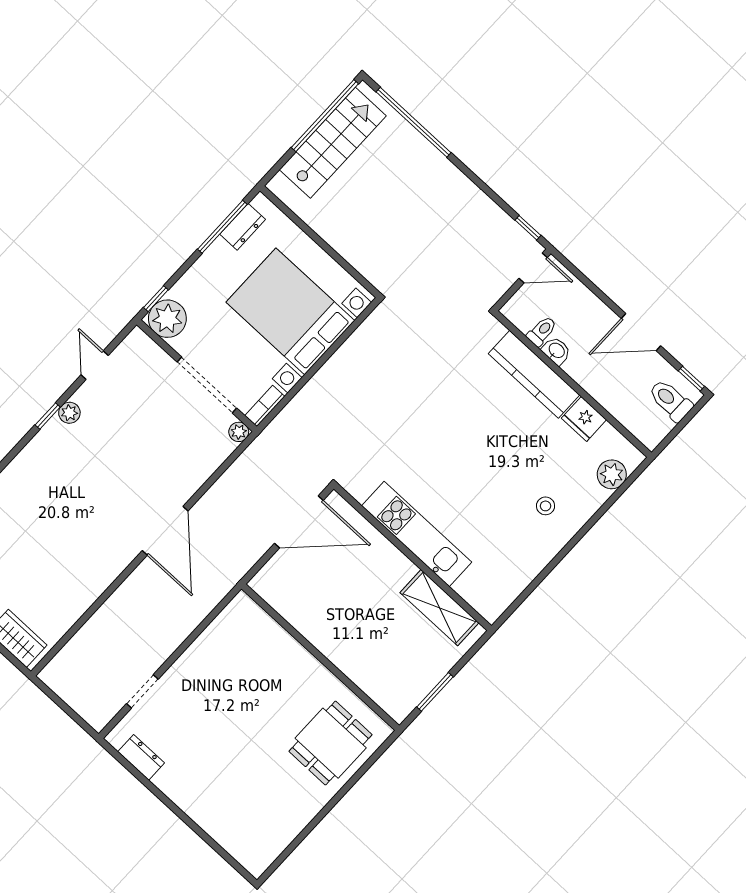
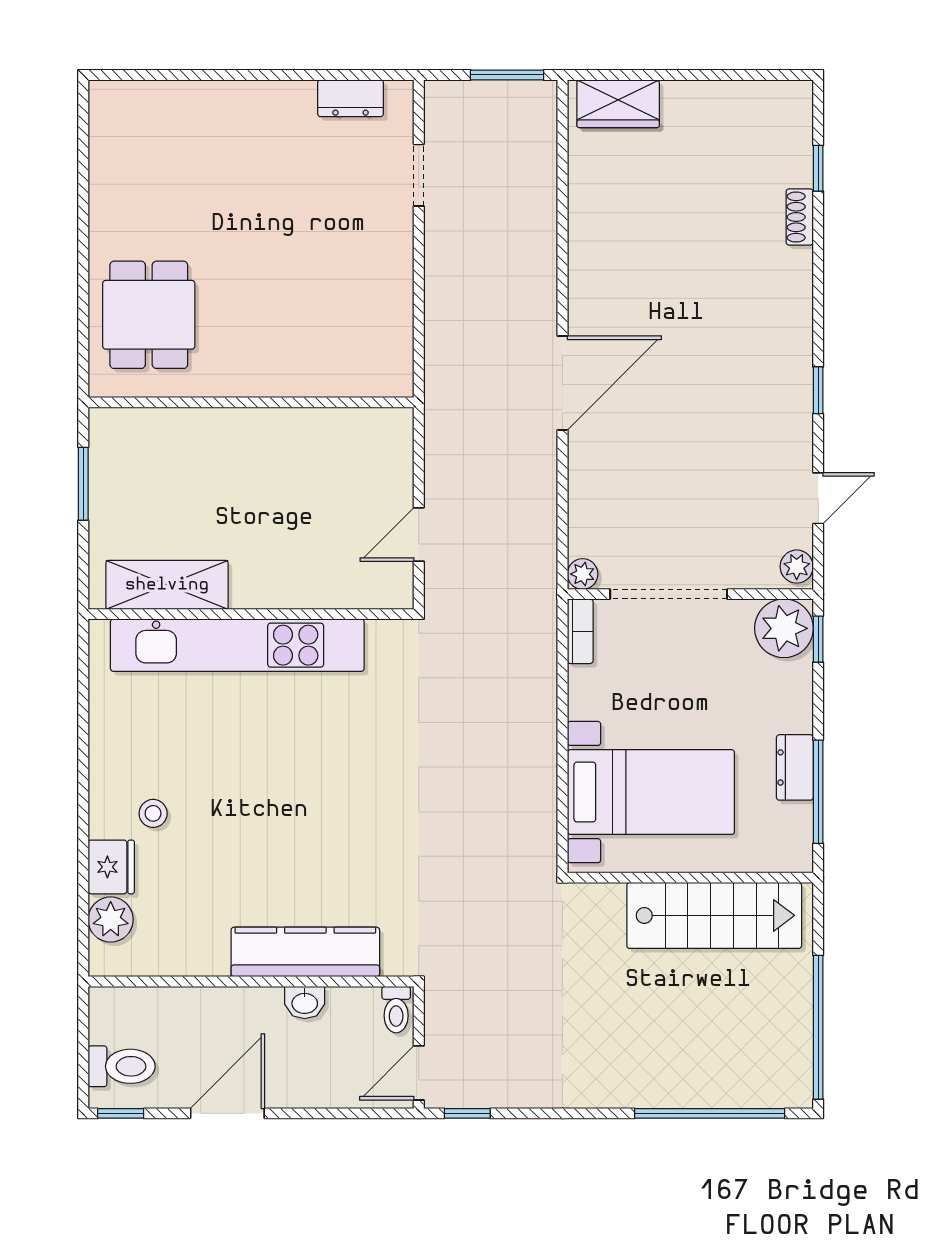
stairs: (333, 143) -> (714, 915), moved, turned -90
dresser: (243, 227) -> (795, 767), moved
bed with nightstands: (290, 311) -> (651, 792), width x0.73
toilet: (542, 331) -> (396, 1010), moved
door: (95, 365) -> (818, 498), hinge flipped
plant: (69, 413) -> (797, 567), moved
fridge: (584, 419) -> (111, 867), moved, turned 90
door: (299, 522) -> (419, 534), width x0.53
door: (165, 531) -> (562, 383), swing flipped
kitchen unit: (417, 534) -> (237, 645), width x1.36
window: (57, 700) -> (507, 75), added

